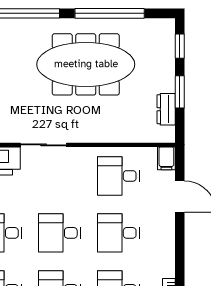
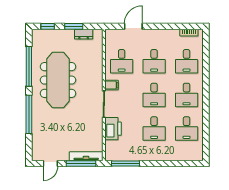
filing cabinet: (166, 158) -> (112, 85), moved

